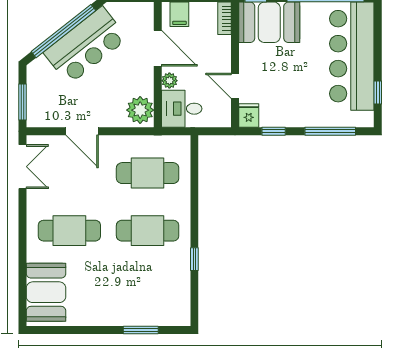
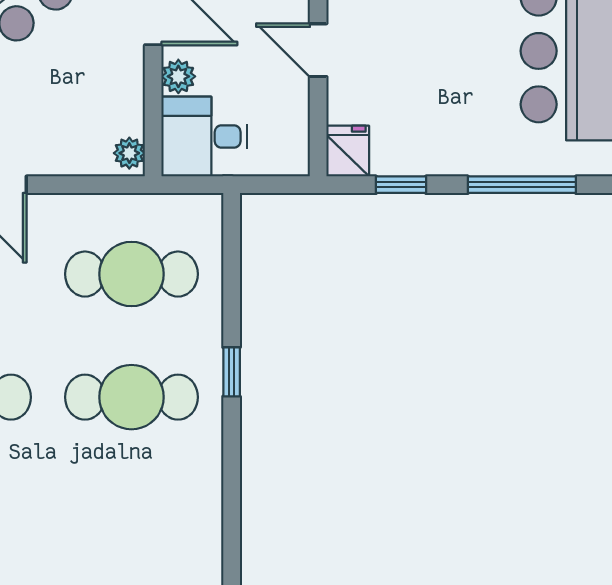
door: (235, 86) -> (318, 50), moved
plant: (140, 110) -> (129, 153), width x0.53, depth x0.53
window: (194, 259) -> (232, 372), moved

